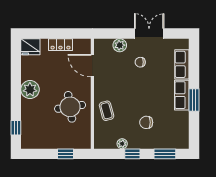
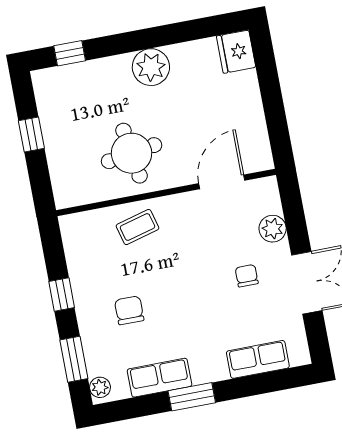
locker: (60, 45) -> (252, 111), removed
row of seats: (182, 95) -> (160, 378), moved
plant: (122, 144) -> (100, 387), moved
window: (65, 154) -> (31, 134), moved

